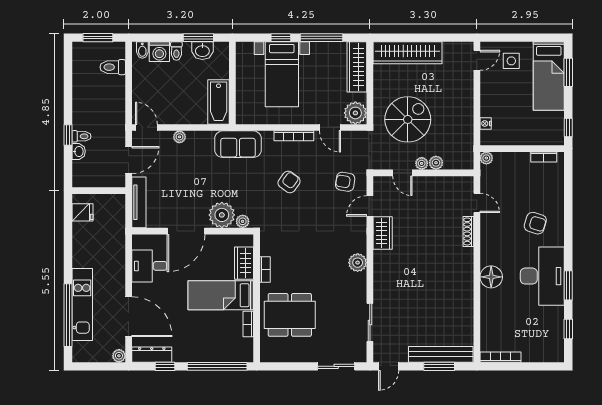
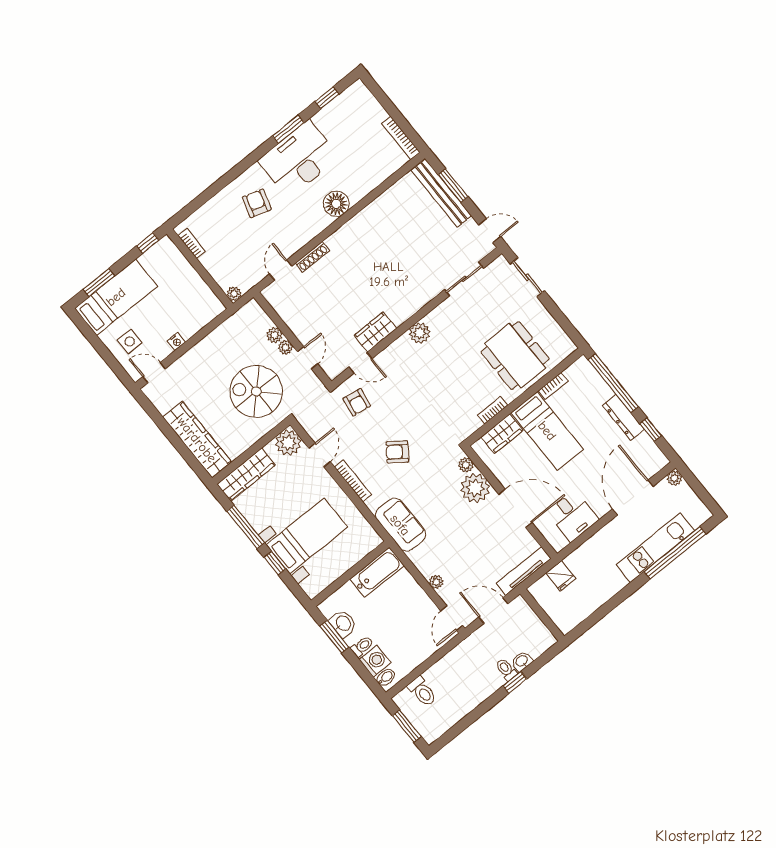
nightstand: (486, 123) -> (176, 342), moved
fridge: (82, 212) -> (561, 576), moved, turned 180
dresser: (152, 355) -> (623, 417), moved

